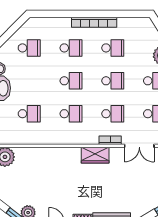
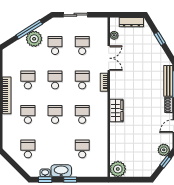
wardrobe: (95, 155) -> (116, 111), moved

